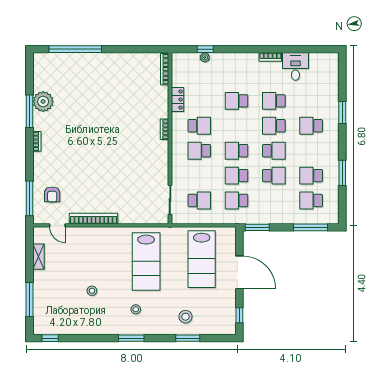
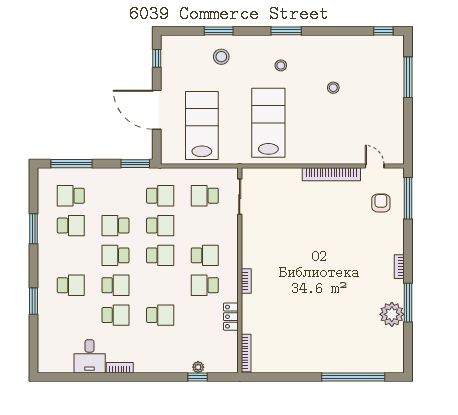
school desk: (311, 201) -> (71, 196), turned 180
shelving: (39, 257) -> (397, 129), removed

